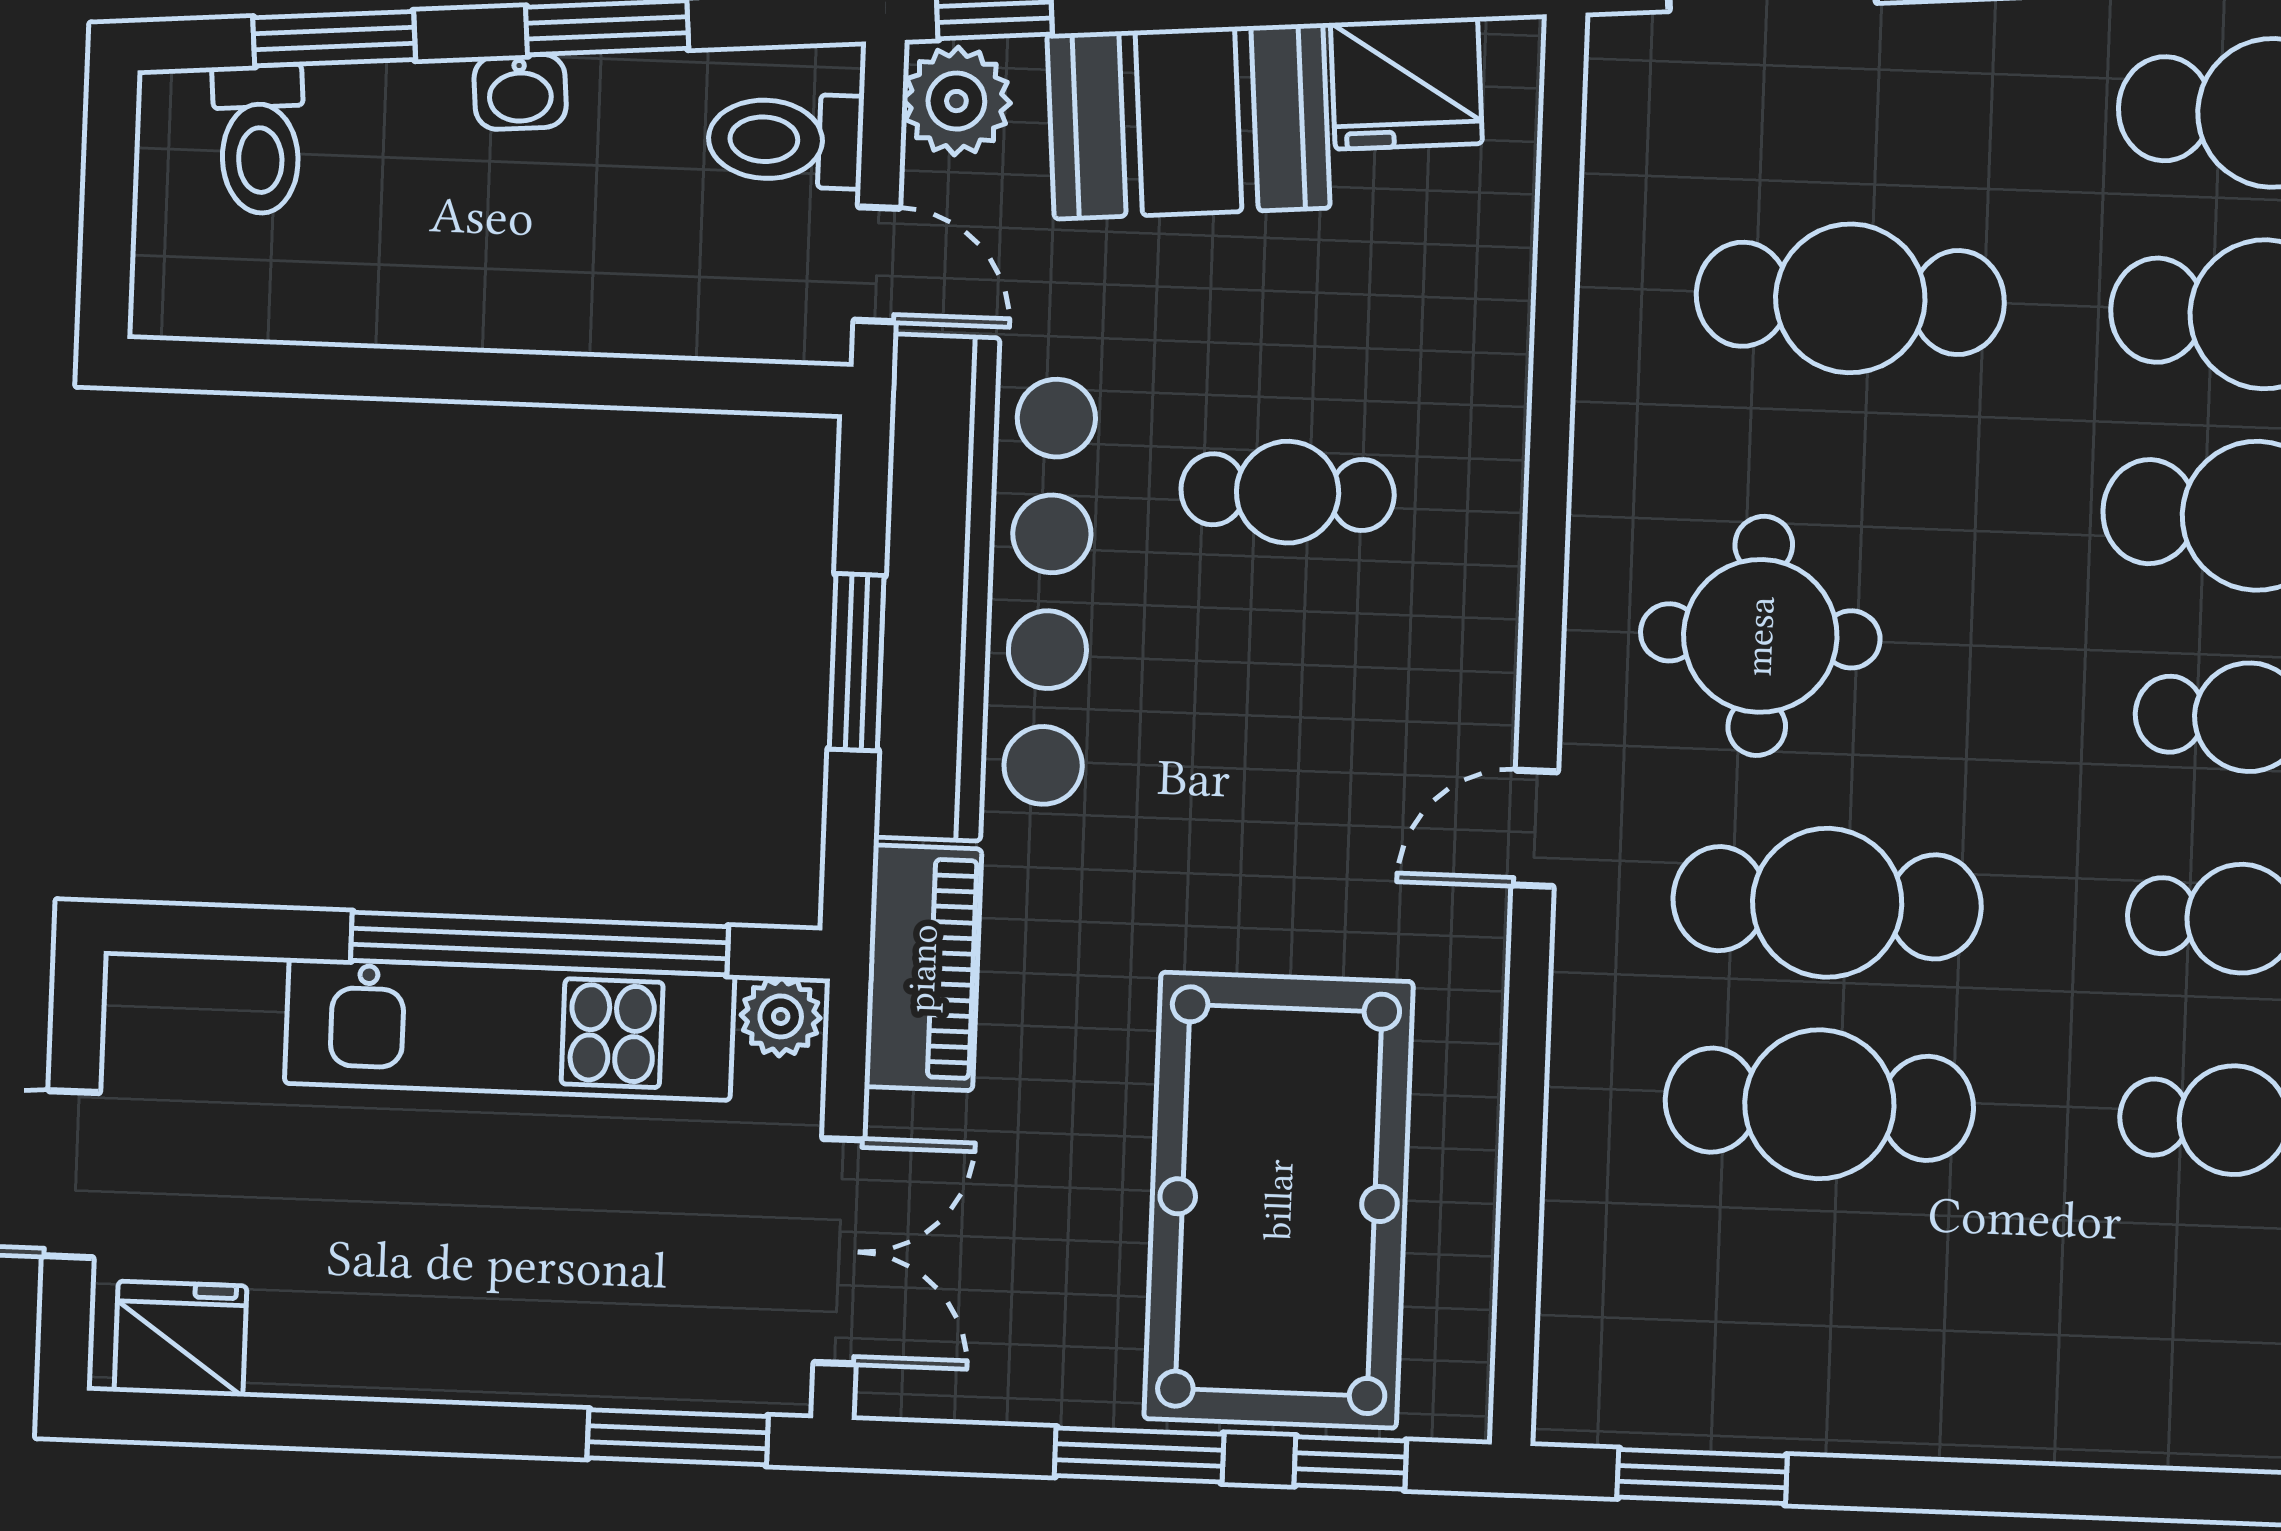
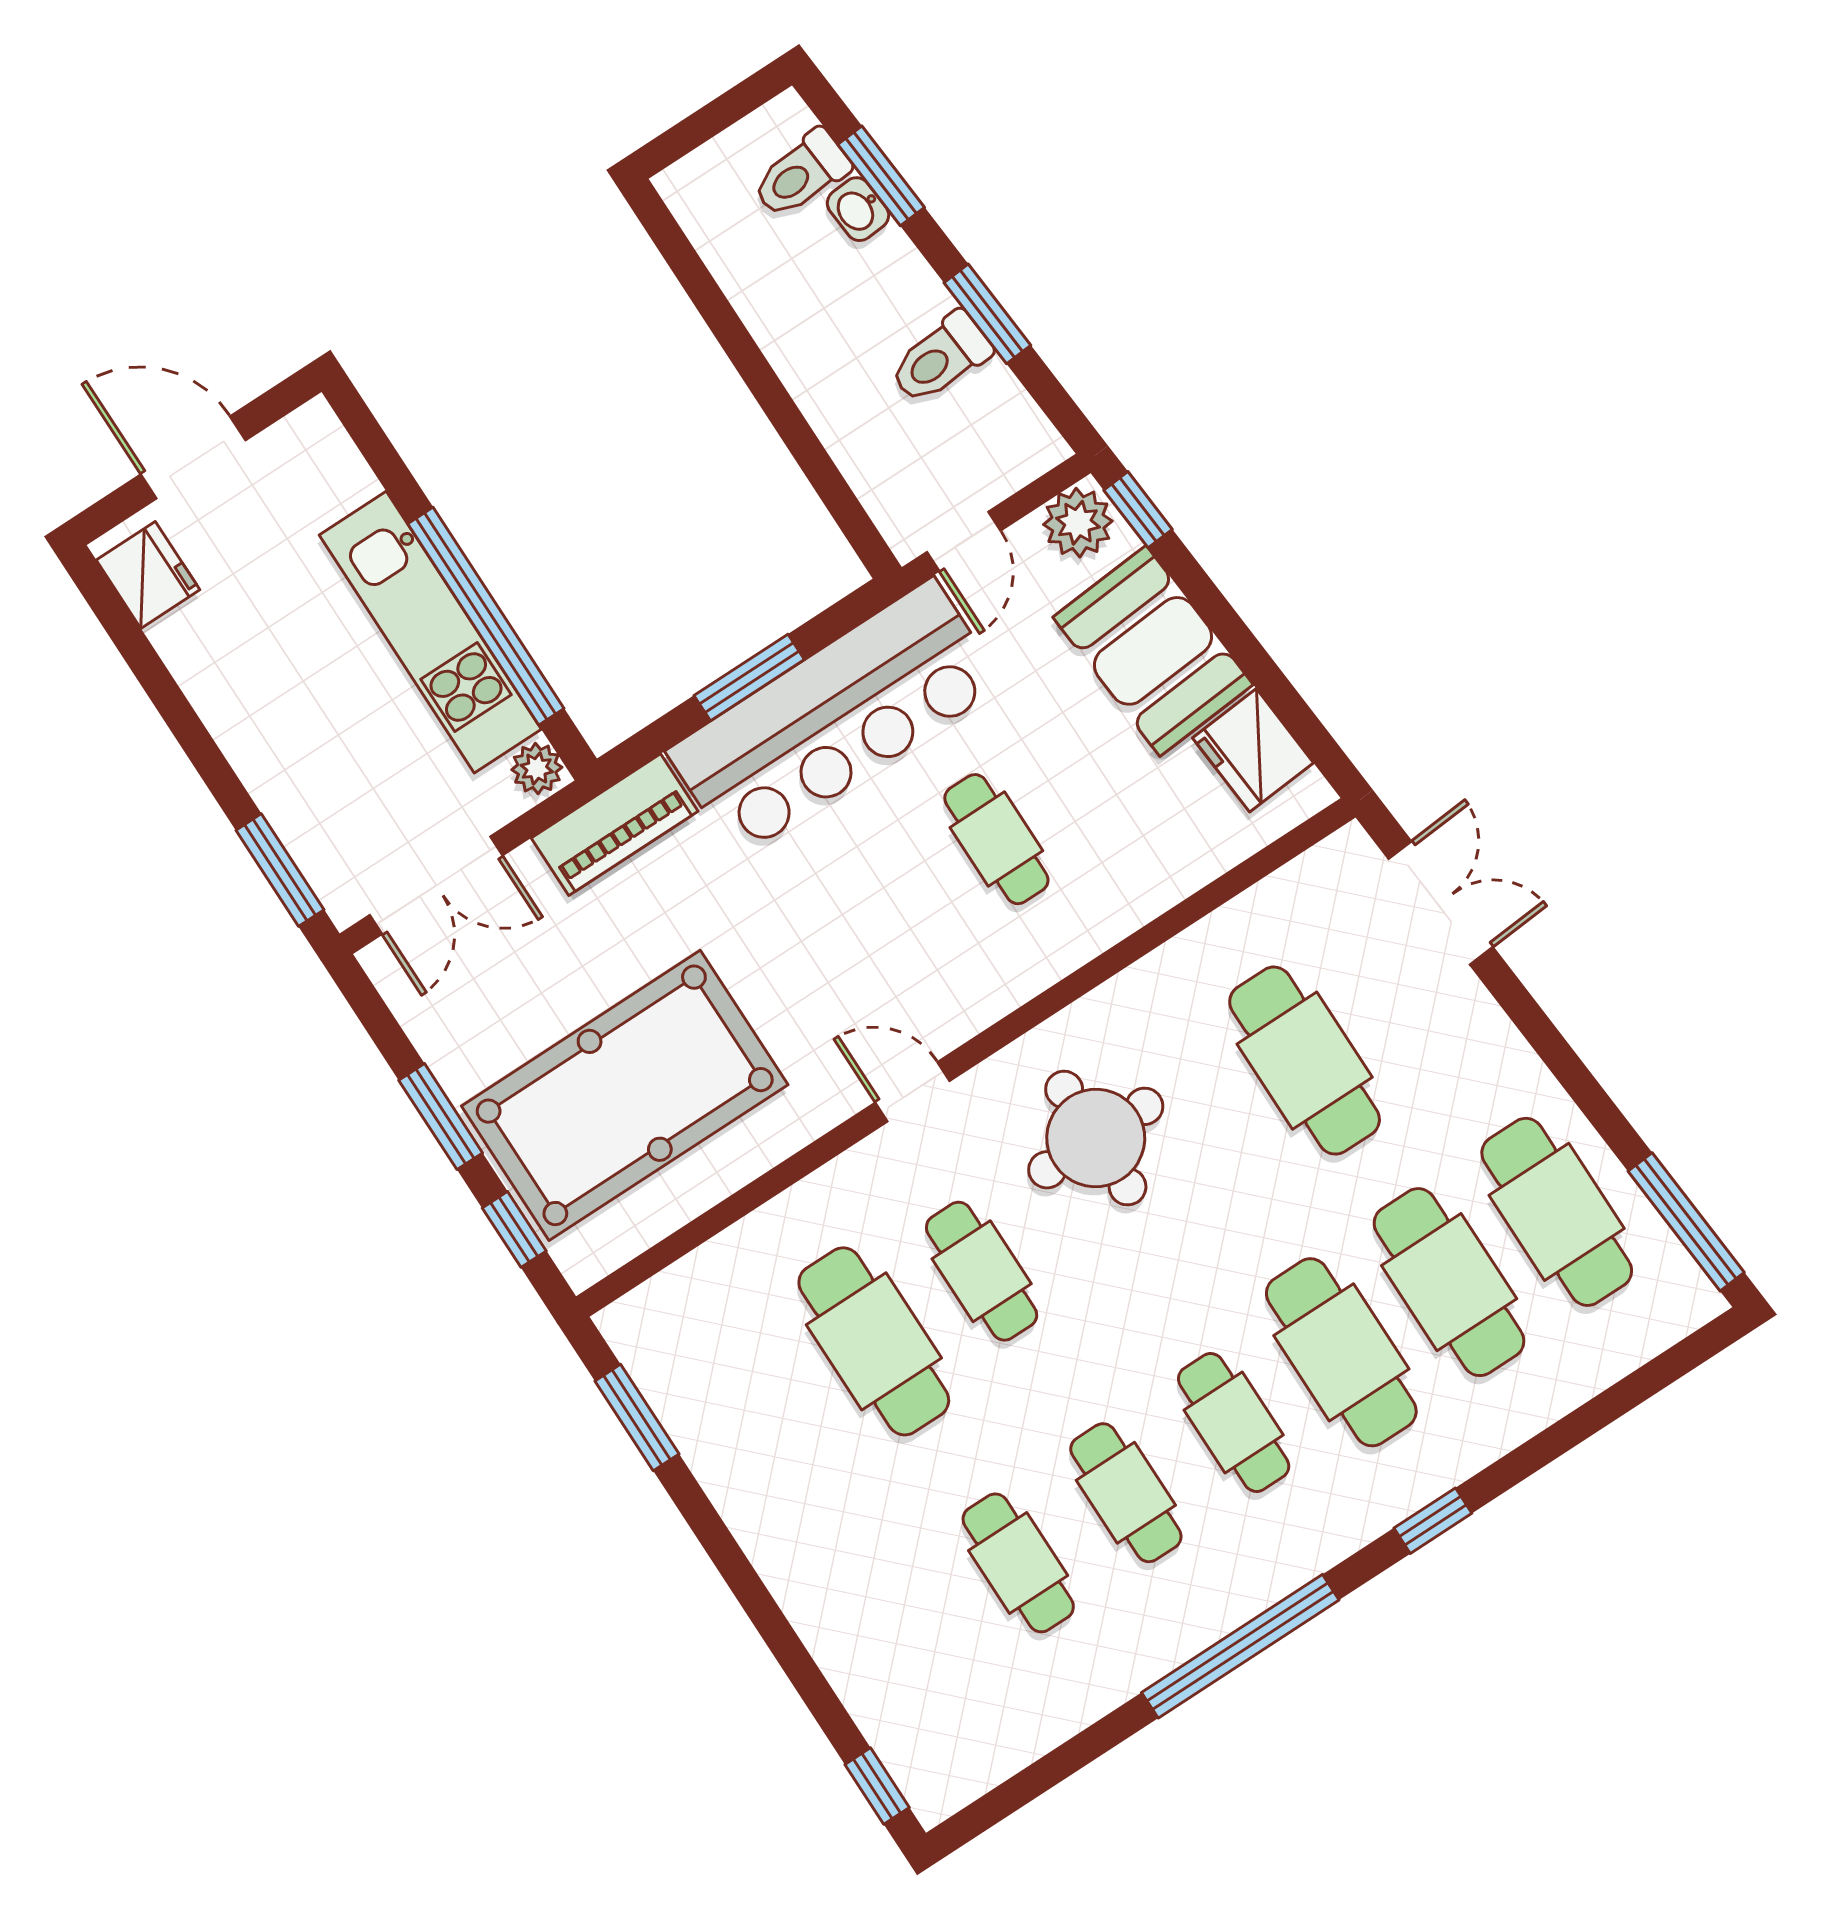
washbasin: (520, 92) -> (858, 209), moved
toilet: (785, 140) -> (940, 358), moved, turned -94
cafe table: (1827, 903) -> (982, 1271), width x0.73, depth x0.74

